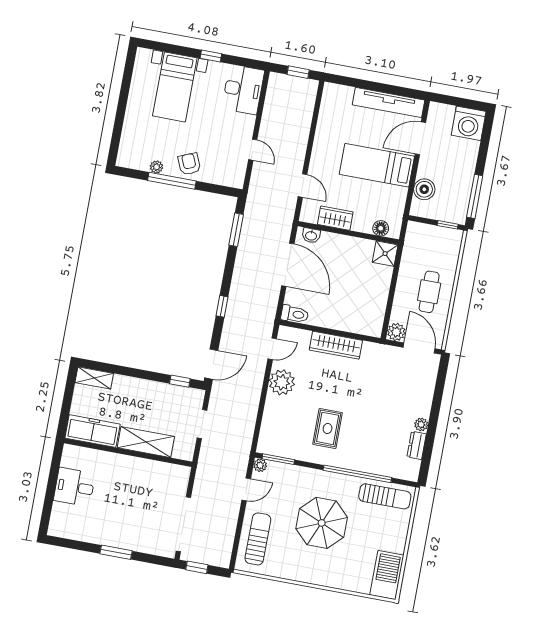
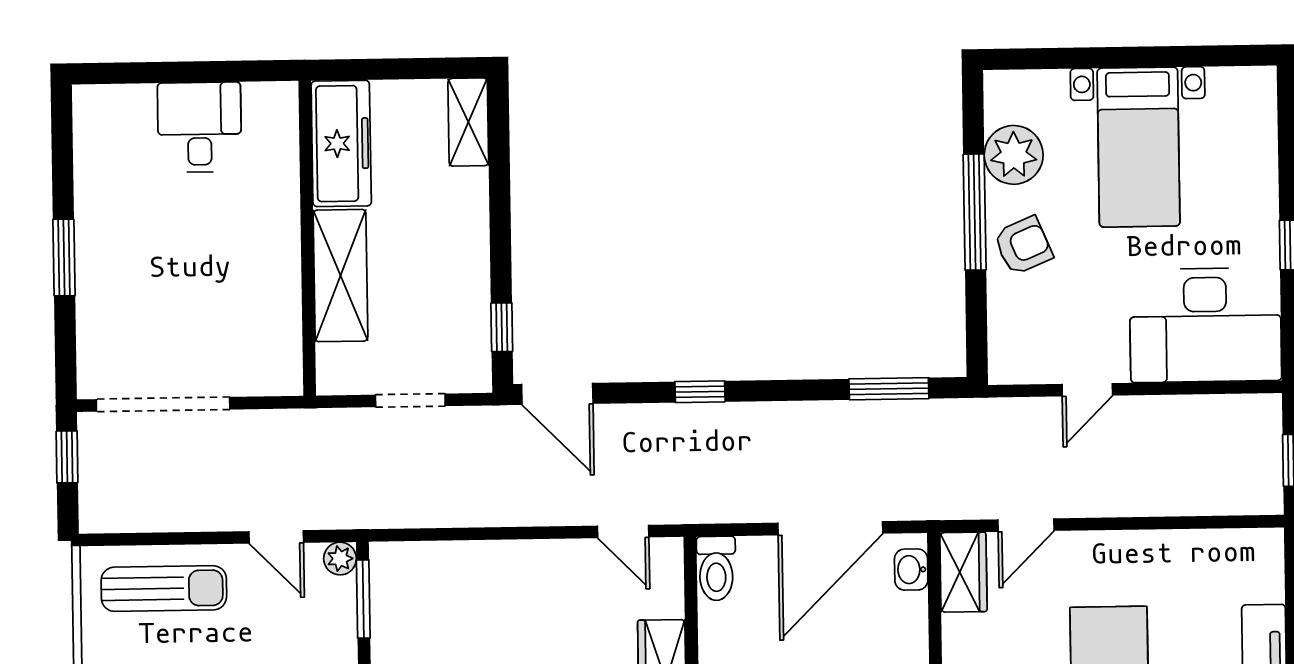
bed with nightstands: (175, 87) -> (1139, 147), moved, turned -90
desk: (243, 90) -> (1205, 325), width x1.36, depth x1.30
plant: (156, 167) -> (1014, 155), width x1.87, depth x1.87
wardrobe: (335, 218) -> (963, 572), moved
plant: (282, 382) -> (548, 570), removed

